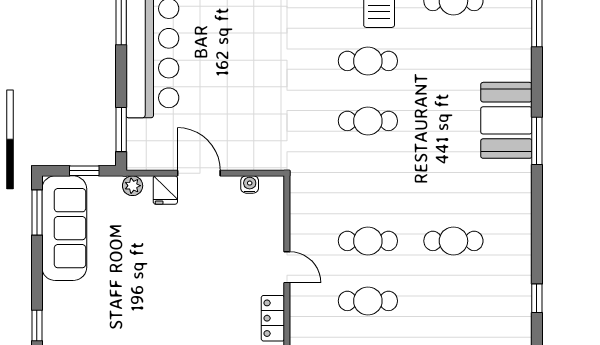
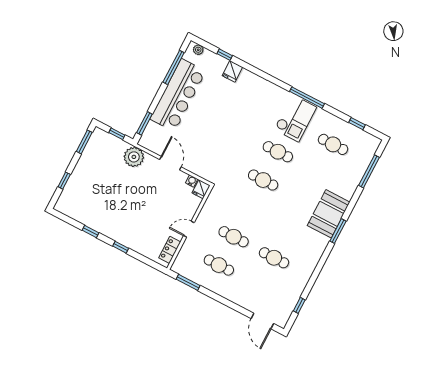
plant: (133, 186) -> (134, 157), width x1.87, depth x1.87
fridge: (165, 190) -> (201, 189), moved
sofa: (64, 228) -> (93, 156), removed
door: (287, 267) -> (189, 229), swing flipped
window: (37, 326) -> (64, 181), moved

